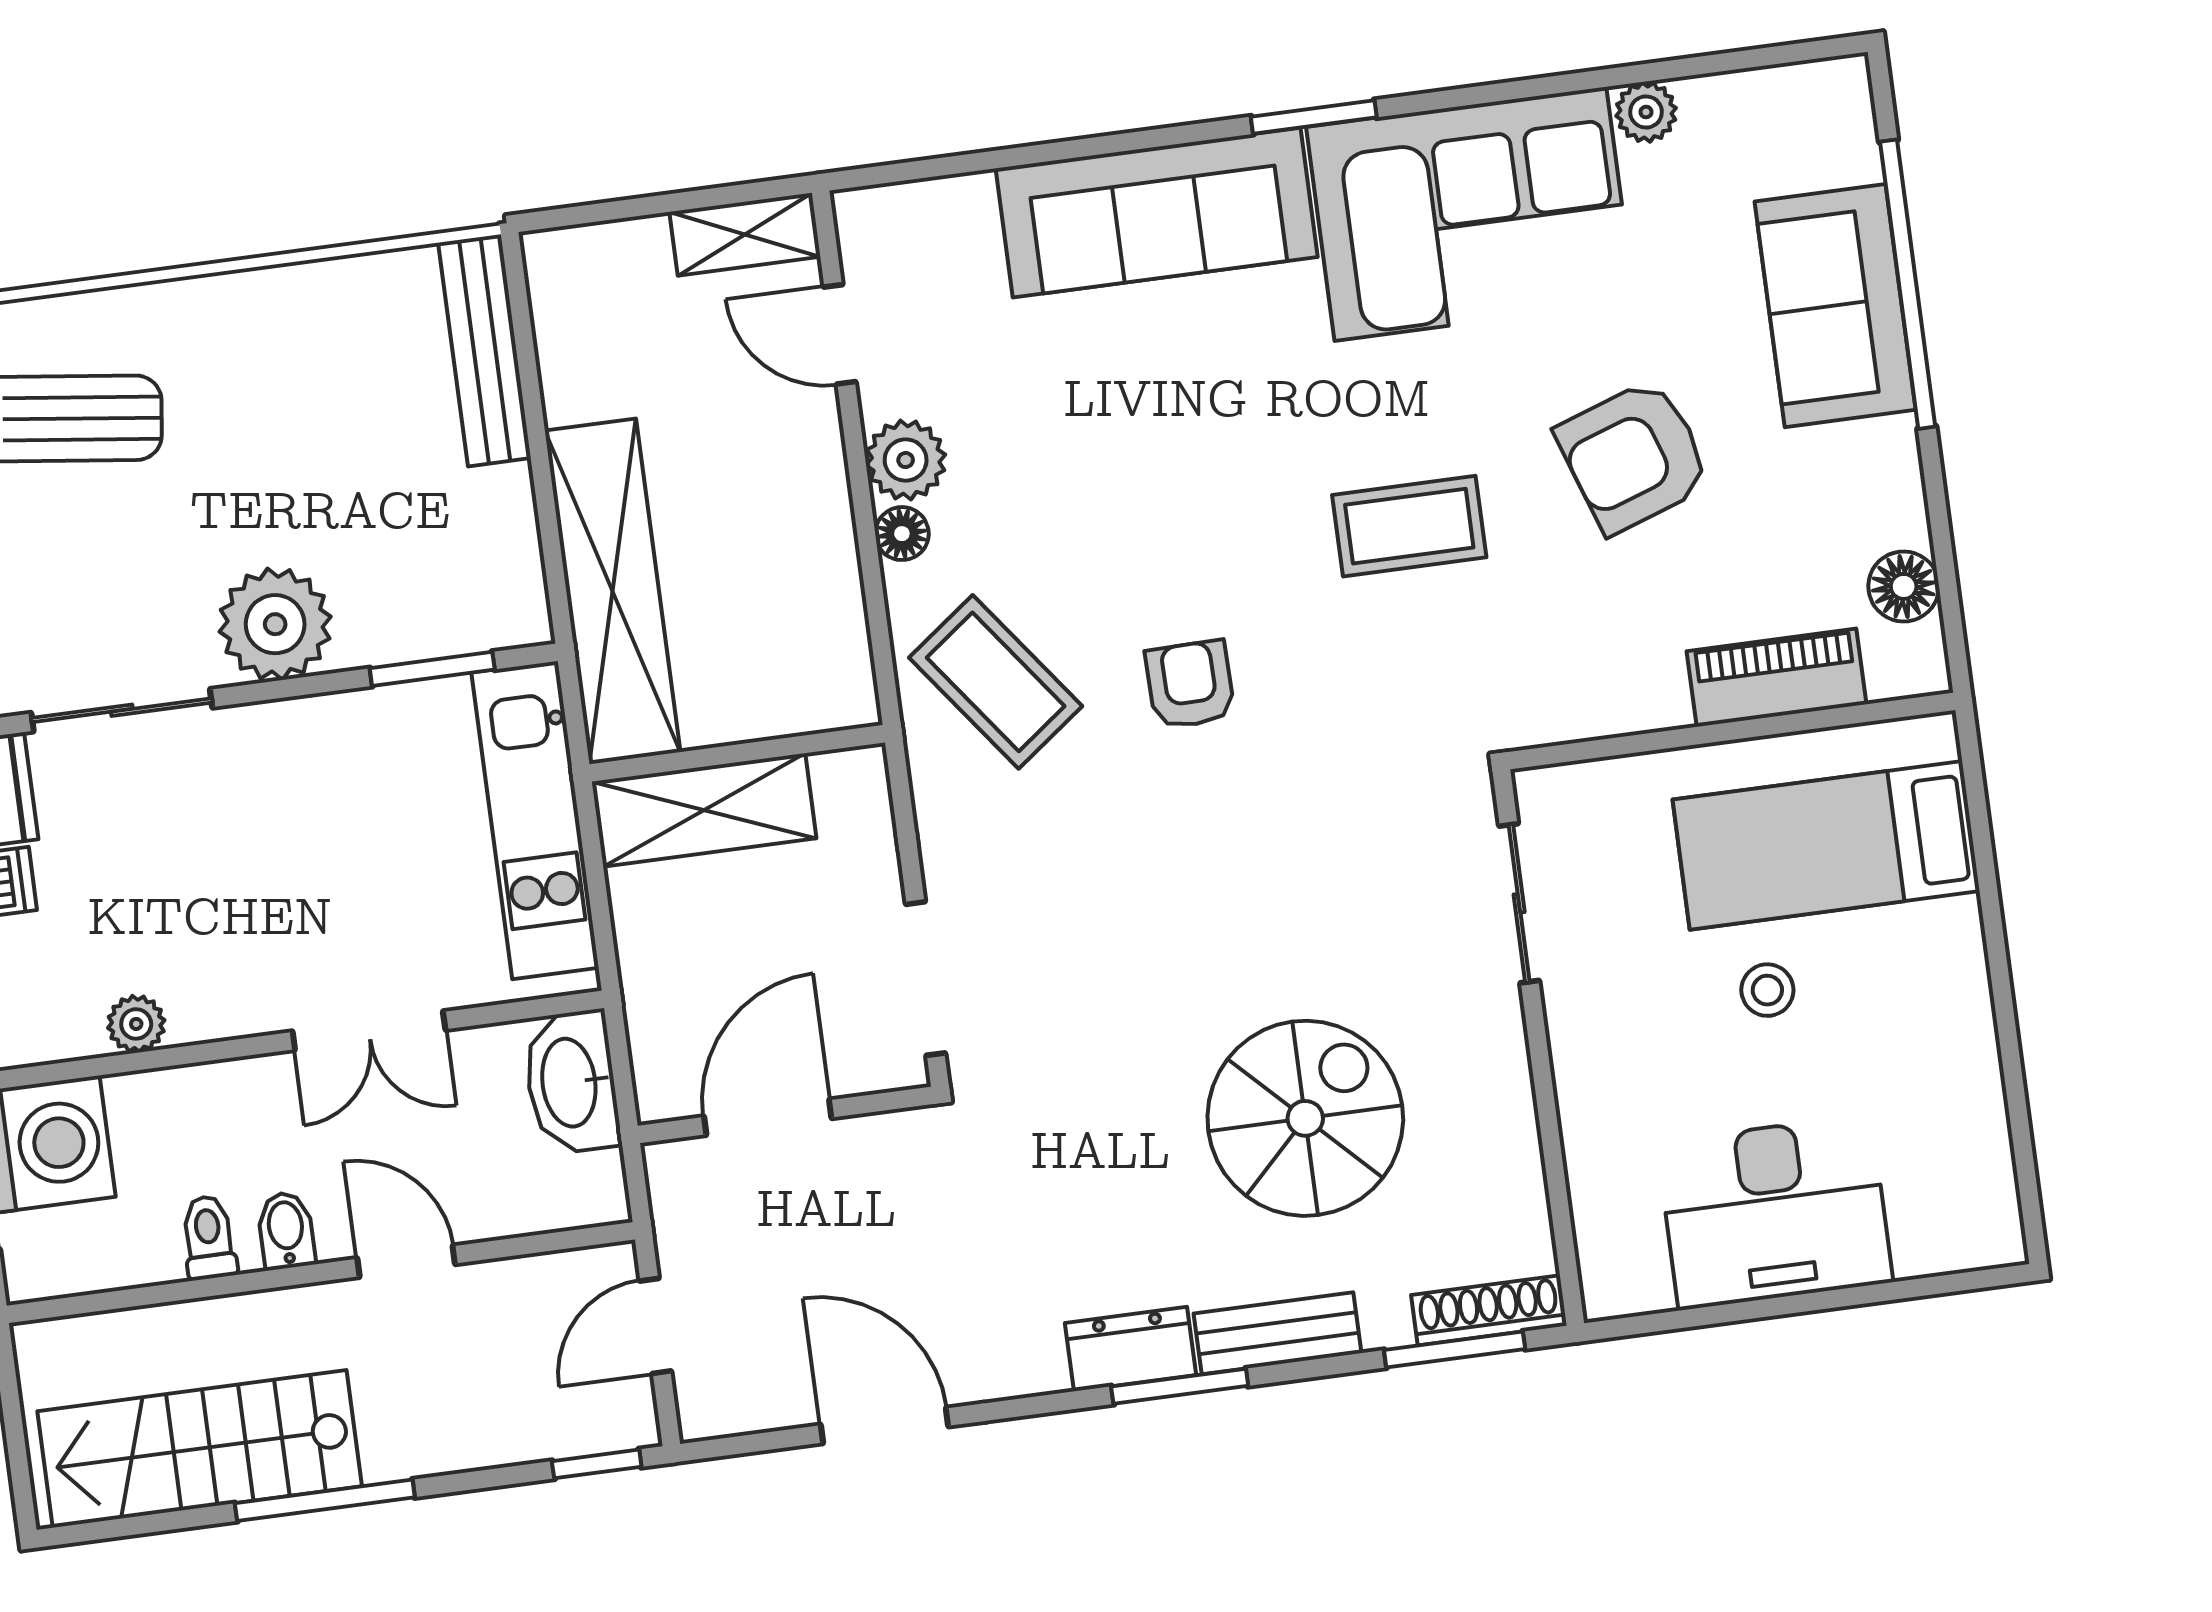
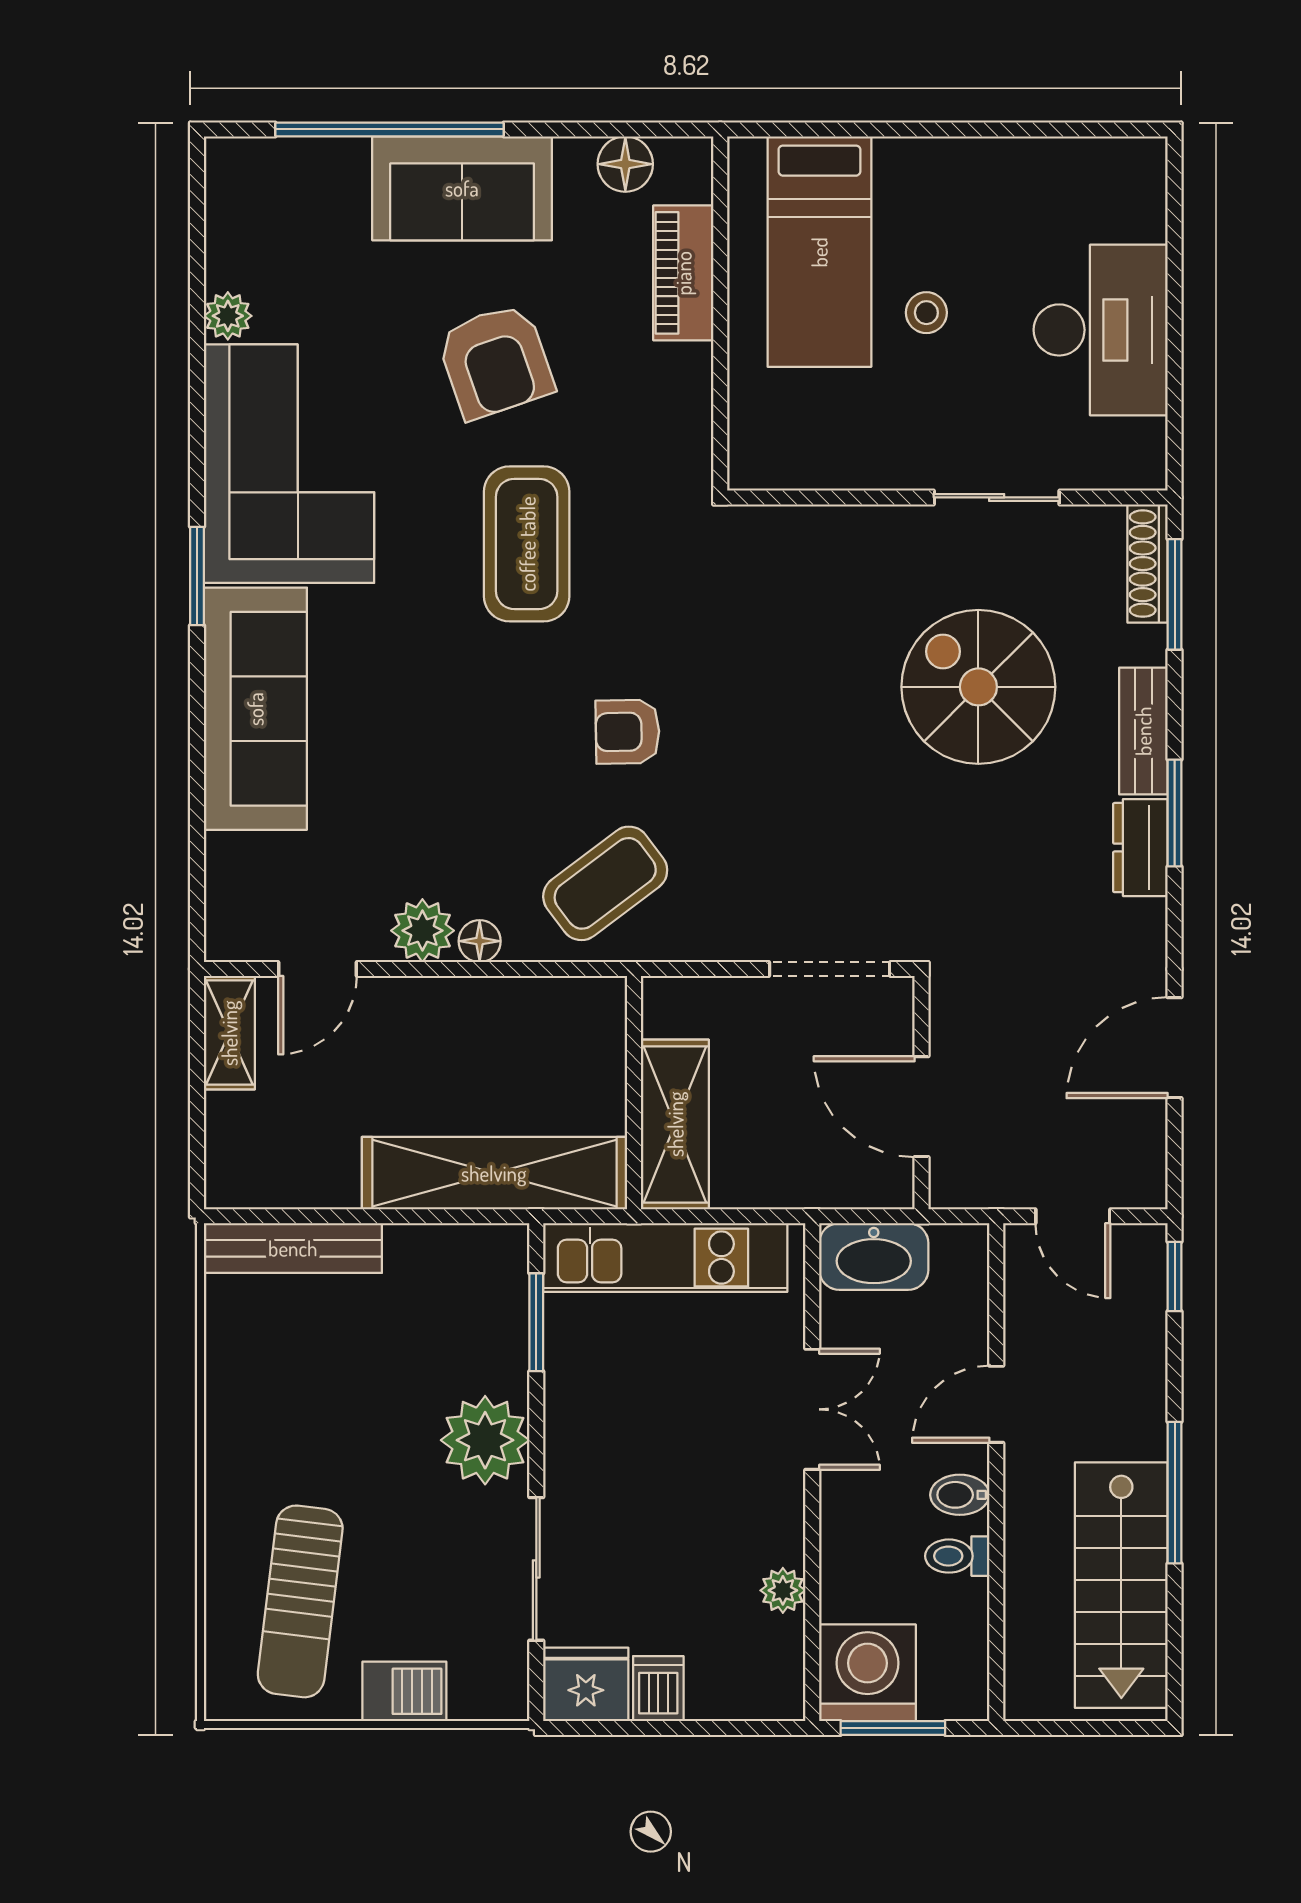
sofa: (1835, 306) -> (462, 188), moved
coffee table: (1409, 526) -> (527, 544), width x1.36, depth x1.32
sliding door: (1519, 903) -> (997, 497), moved

